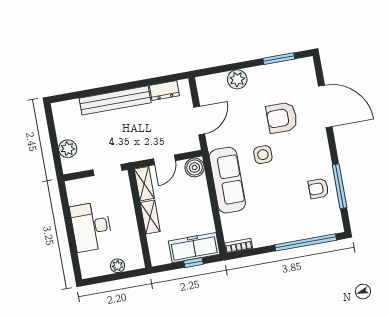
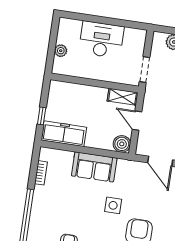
sofa: (227, 180) -> (94, 167), width x0.73
shelving: (150, 217) -> (93, 92), removed
bookcase: (239, 246) -> (41, 173), moved
freezer: (194, 248) -> (64, 134), moved, turned -90

